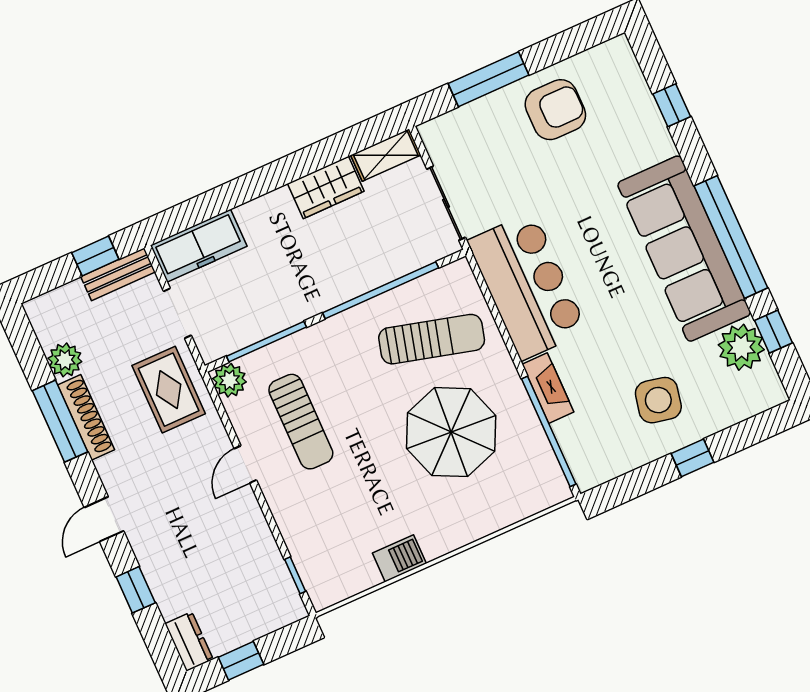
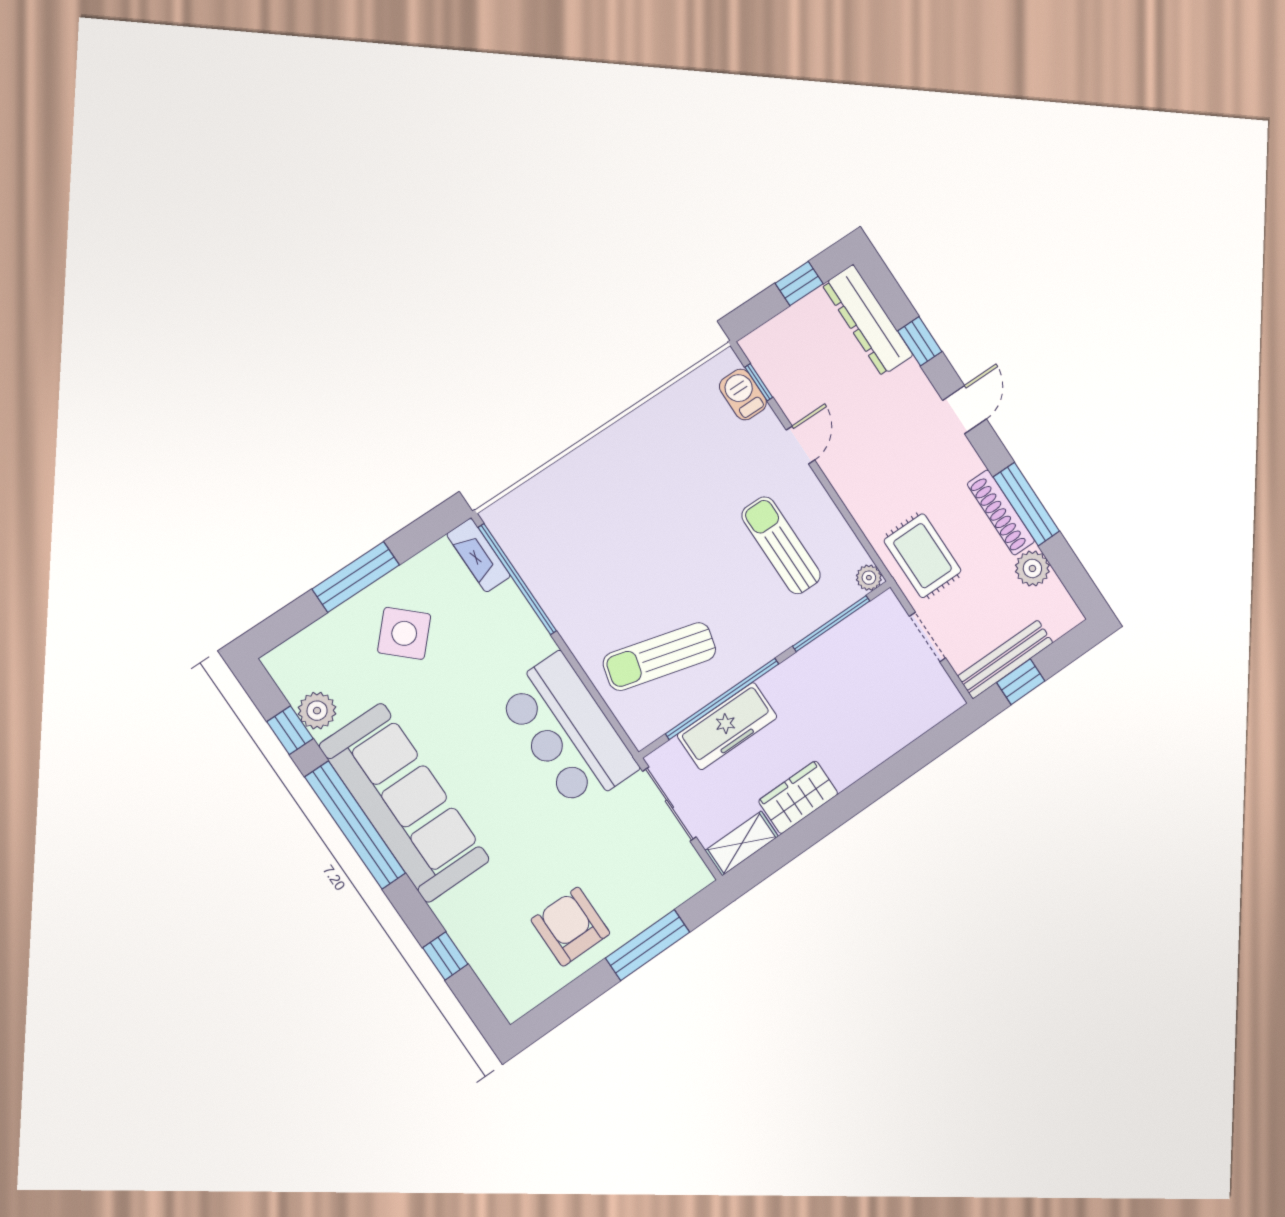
armchair: (555, 110) -> (570, 927), turned 90
freezer: (199, 246) -> (727, 726), moved, turned 180
bench: (118, 274) -> (1005, 659), width x1.36
plant: (741, 347) -> (317, 711), width x0.73, depth x0.73
plant: (229, 380) -> (869, 578), width x0.73, depth x0.73
fireplace: (548, 388) -> (479, 555), moved
side table: (658, 400) -> (404, 633), turned 31
parasol: (451, 432) -> (622, 561), removed
window: (692, 458) -> (356, 577), width x2.17
door: (245, 464) -> (800, 445), moved
barbecue: (399, 558) -> (743, 394), moved, turned 90
dresser: (189, 642) -> (868, 320), width x1.96, depth x1.24

